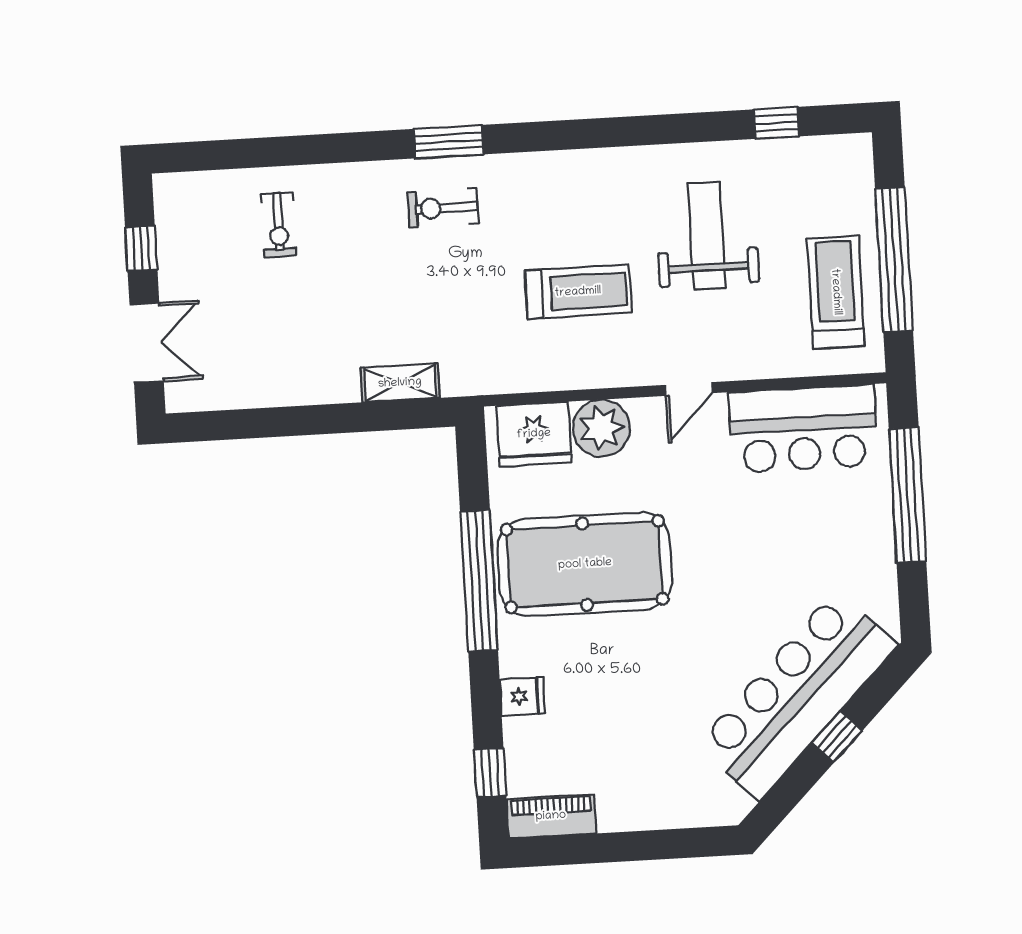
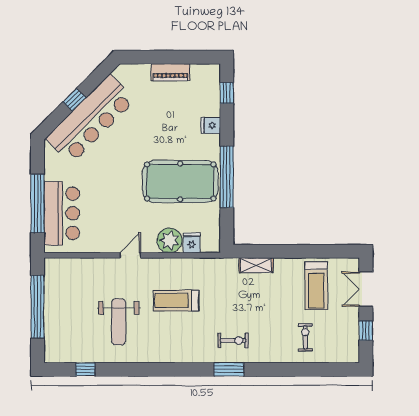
treadmill: (836, 292) -> (316, 286), moved
bar counter: (803, 429) -> (62, 213), moved, turned 90
fridge: (534, 434) -> (192, 243), width x0.53, depth x0.75
piano: (551, 816) -> (170, 72), moved

